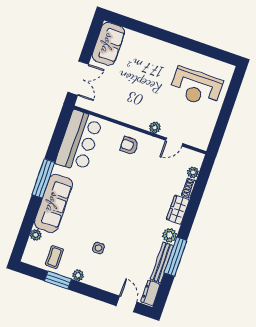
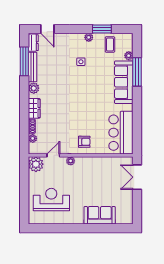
sofa: (108, 44) -> (100, 215), moved, turned 90
plant: (200, 138) -> (36, 164), added
window: (43, 178) -> (137, 72), moved
window: (176, 257) -> (24, 61), moved

